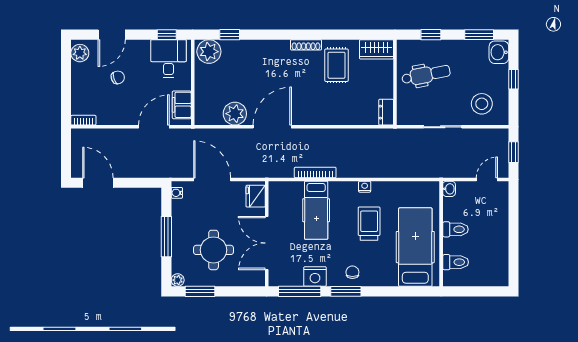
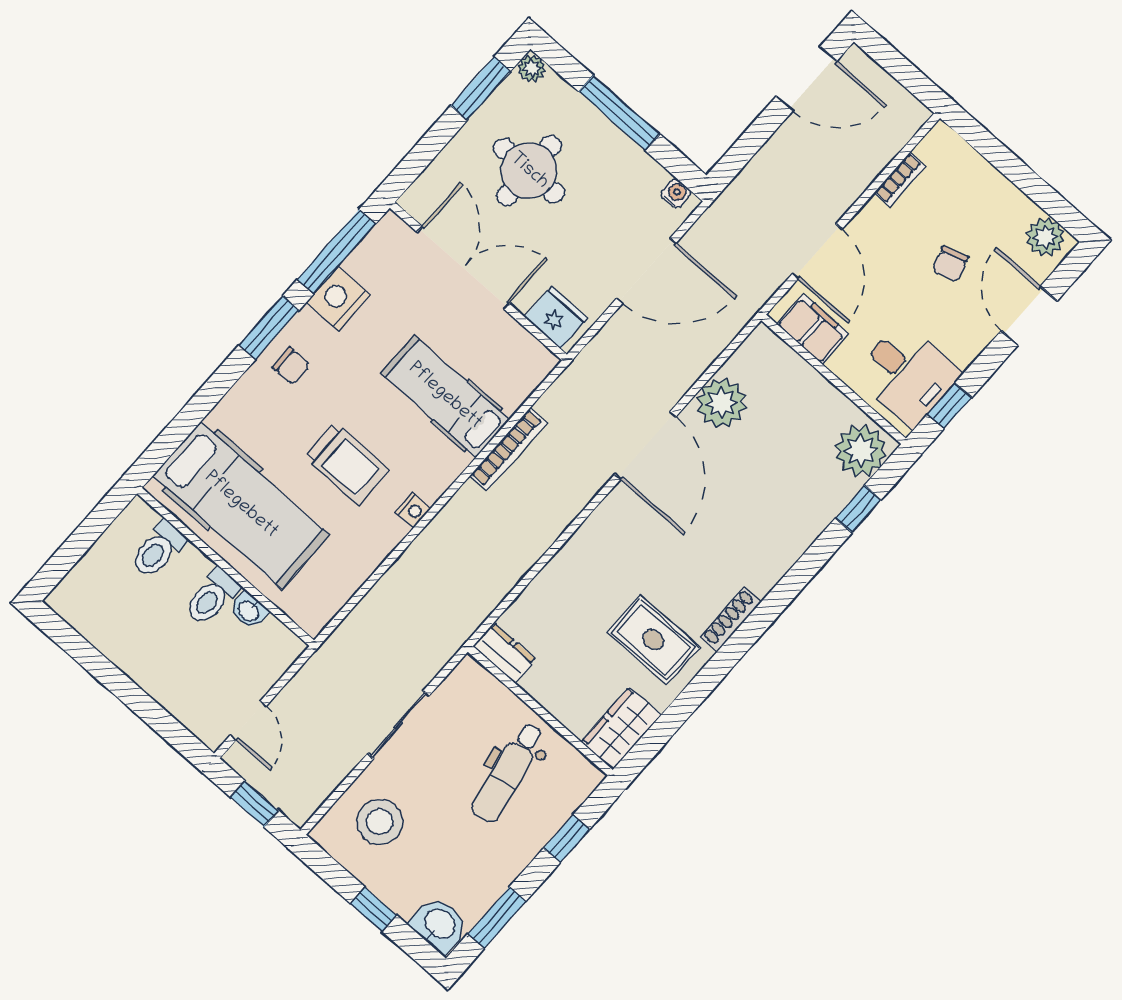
bookcase: (83, 120) -> (900, 180), moved
washbasin: (449, 189) -> (249, 611), moved

